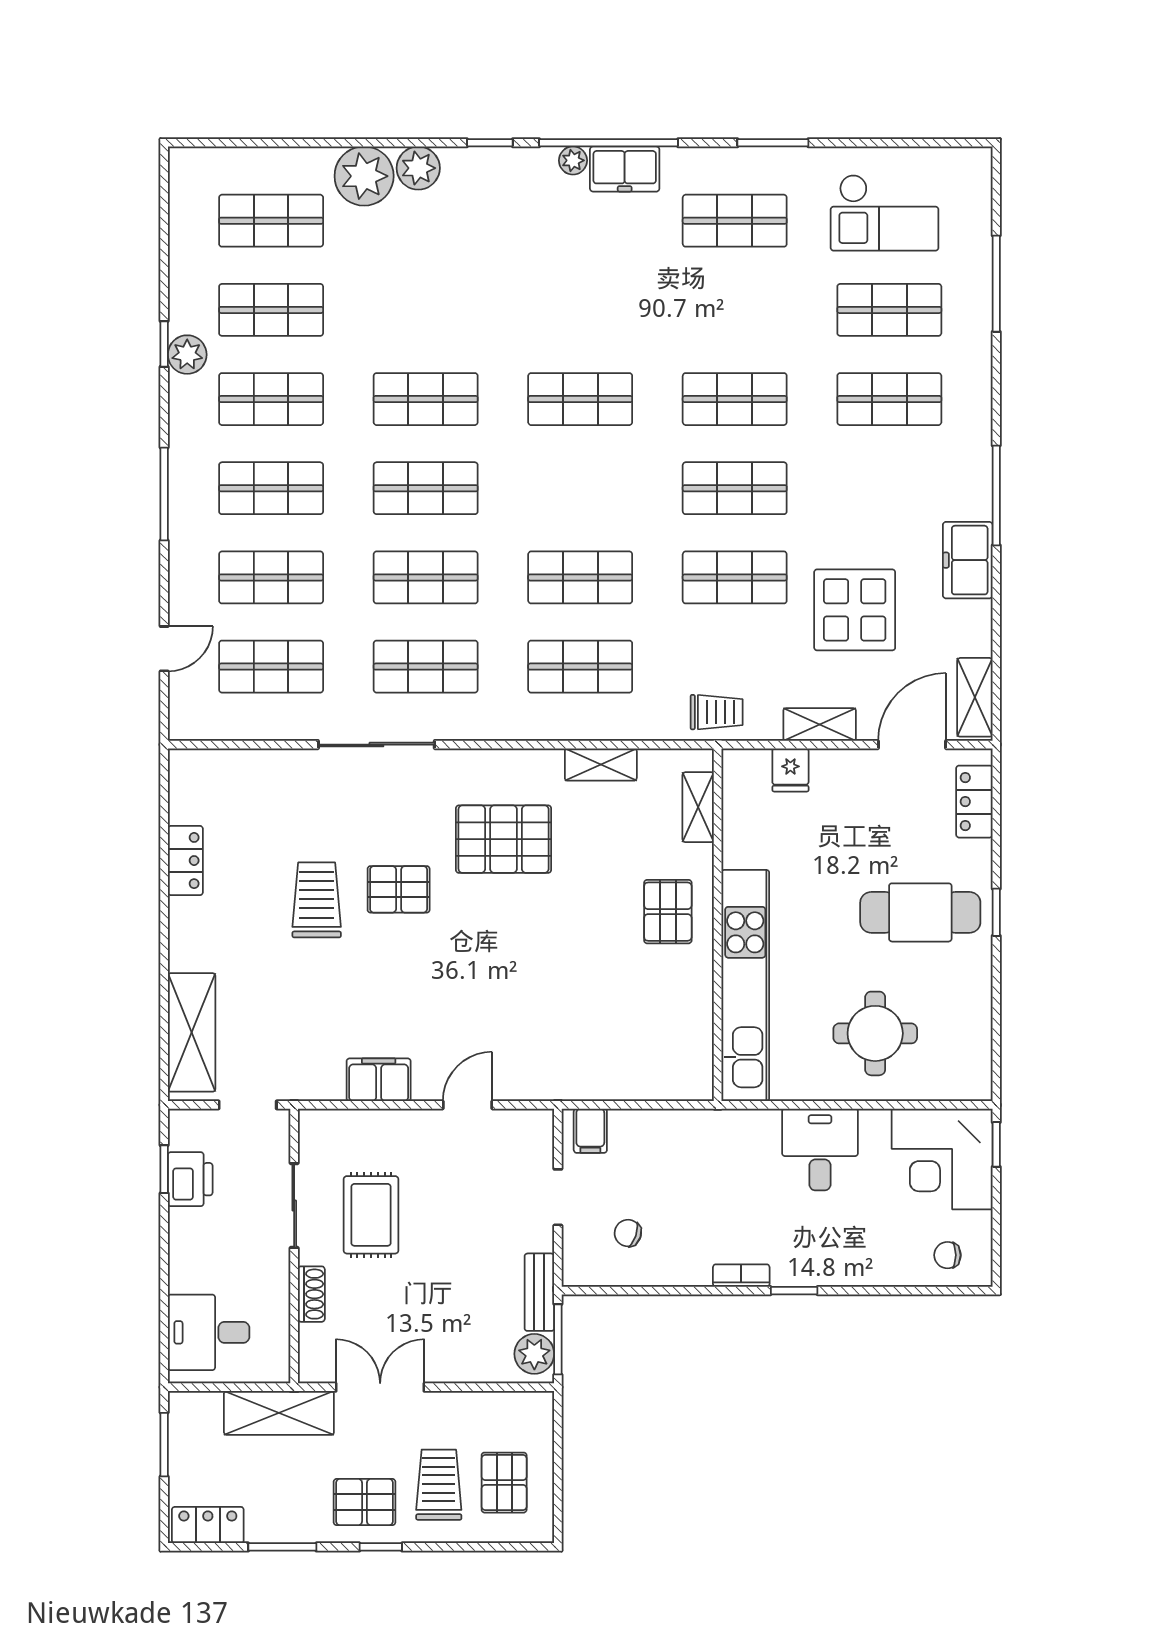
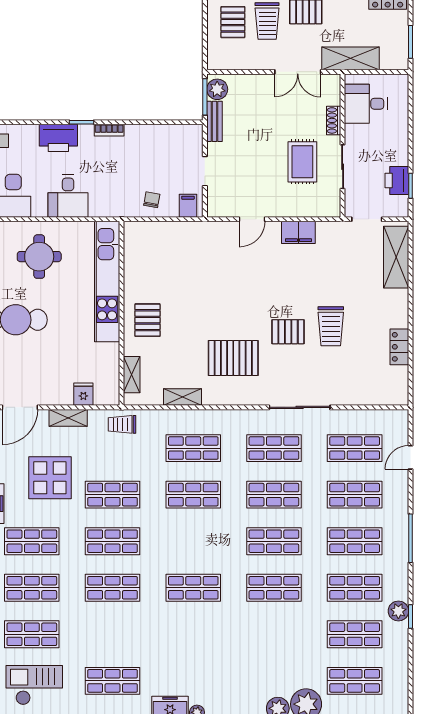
shop shelf: (889, 488) -> (32, 541), added
chair: (628, 1233) -> (152, 200), moved, turned -99
printer: (838, 1261) -> (58, 138), added
desk: (209, 1332) -> (366, 104), moved, turned 180

